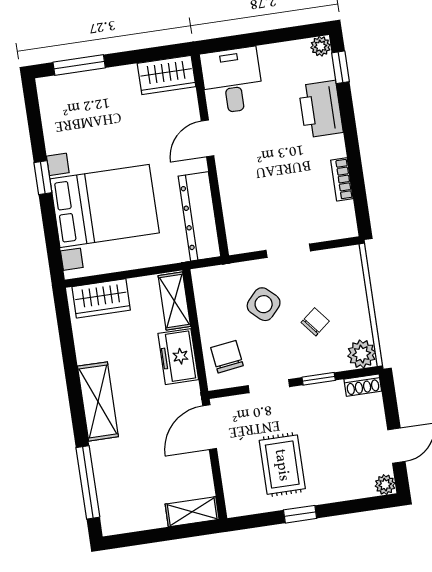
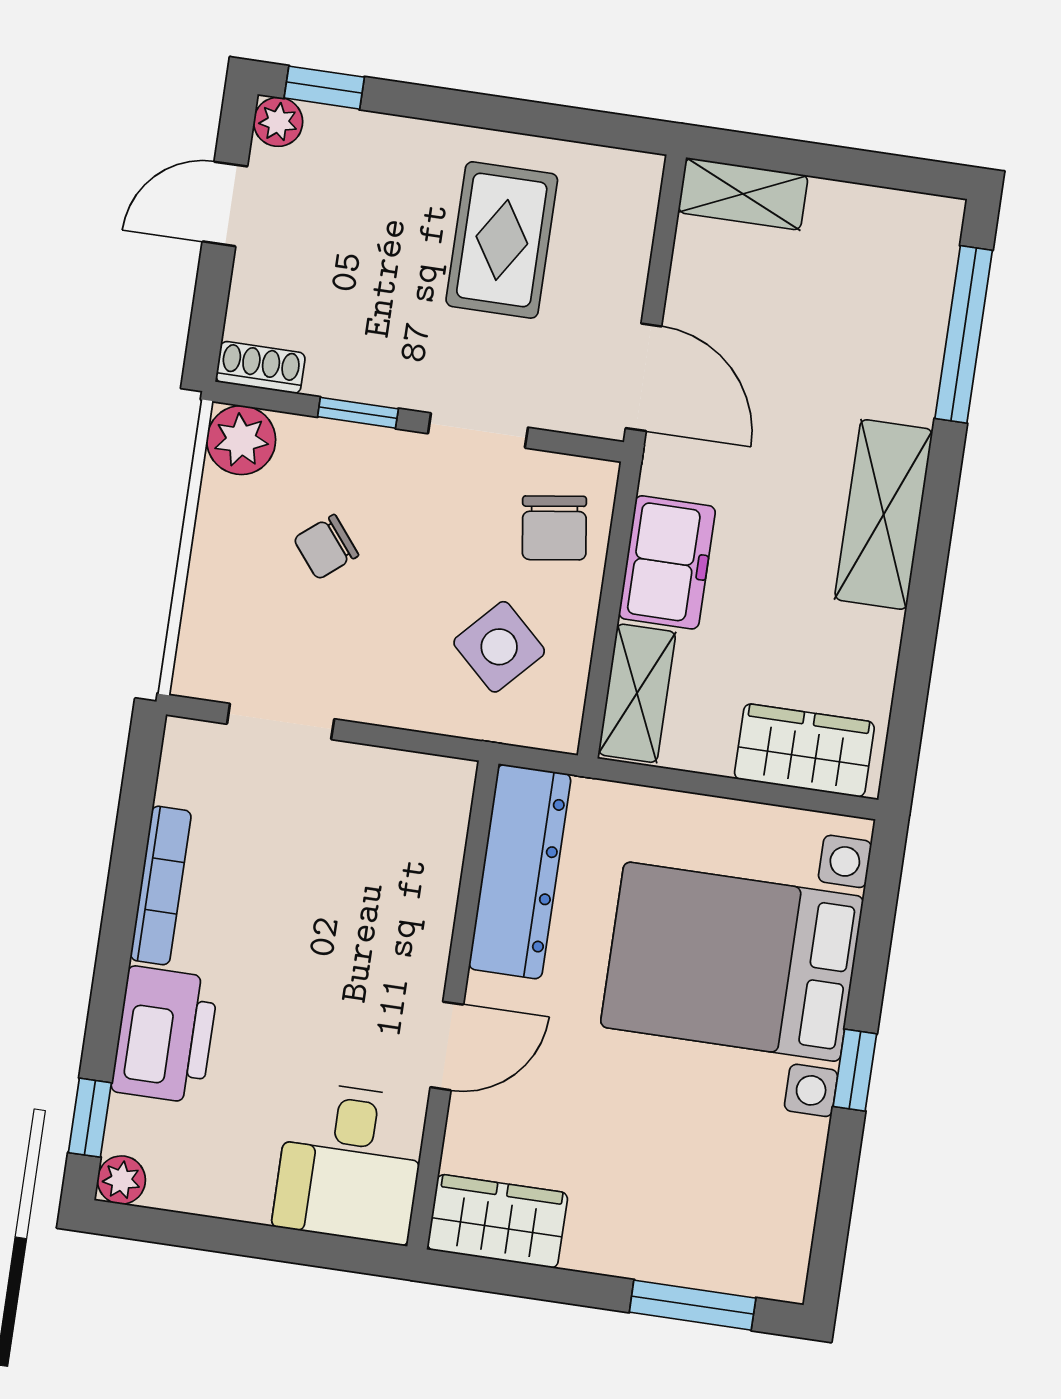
bookcase: (342, 179) -> (161, 885), width x1.56
doorway: (288, 251) -> (281, 721), moved
side table: (264, 304) -> (499, 647), moved
door: (210, 427) -> (644, 377), hinge flipped
window: (300, 514) -> (324, 88), moved

